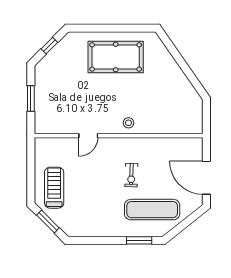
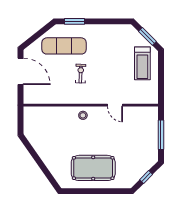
window: (31, 98) -> (161, 135), width x1.44
door: (88, 136) -> (115, 105), swing flipped

